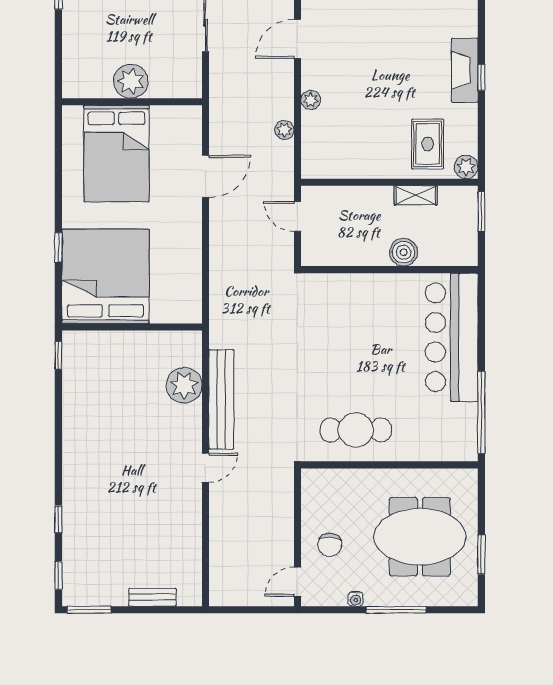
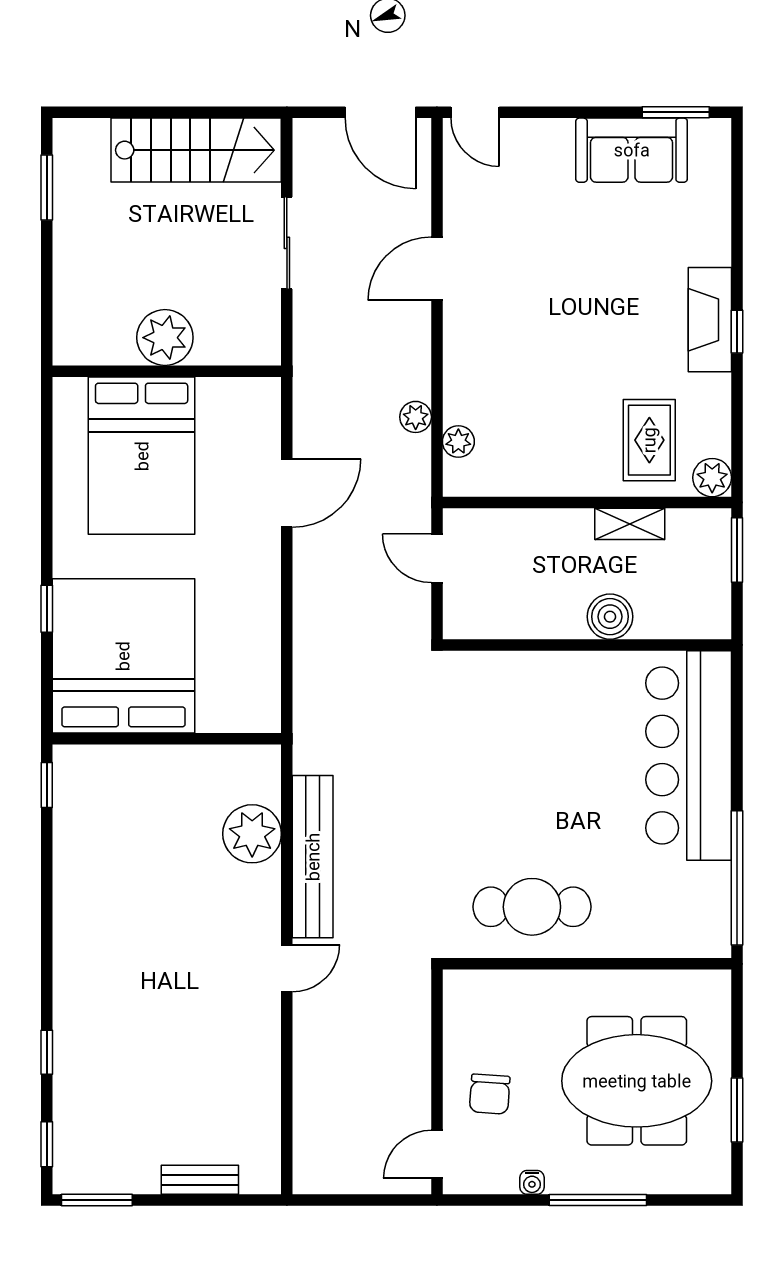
plant: (311, 100) -> (458, 442), moved

